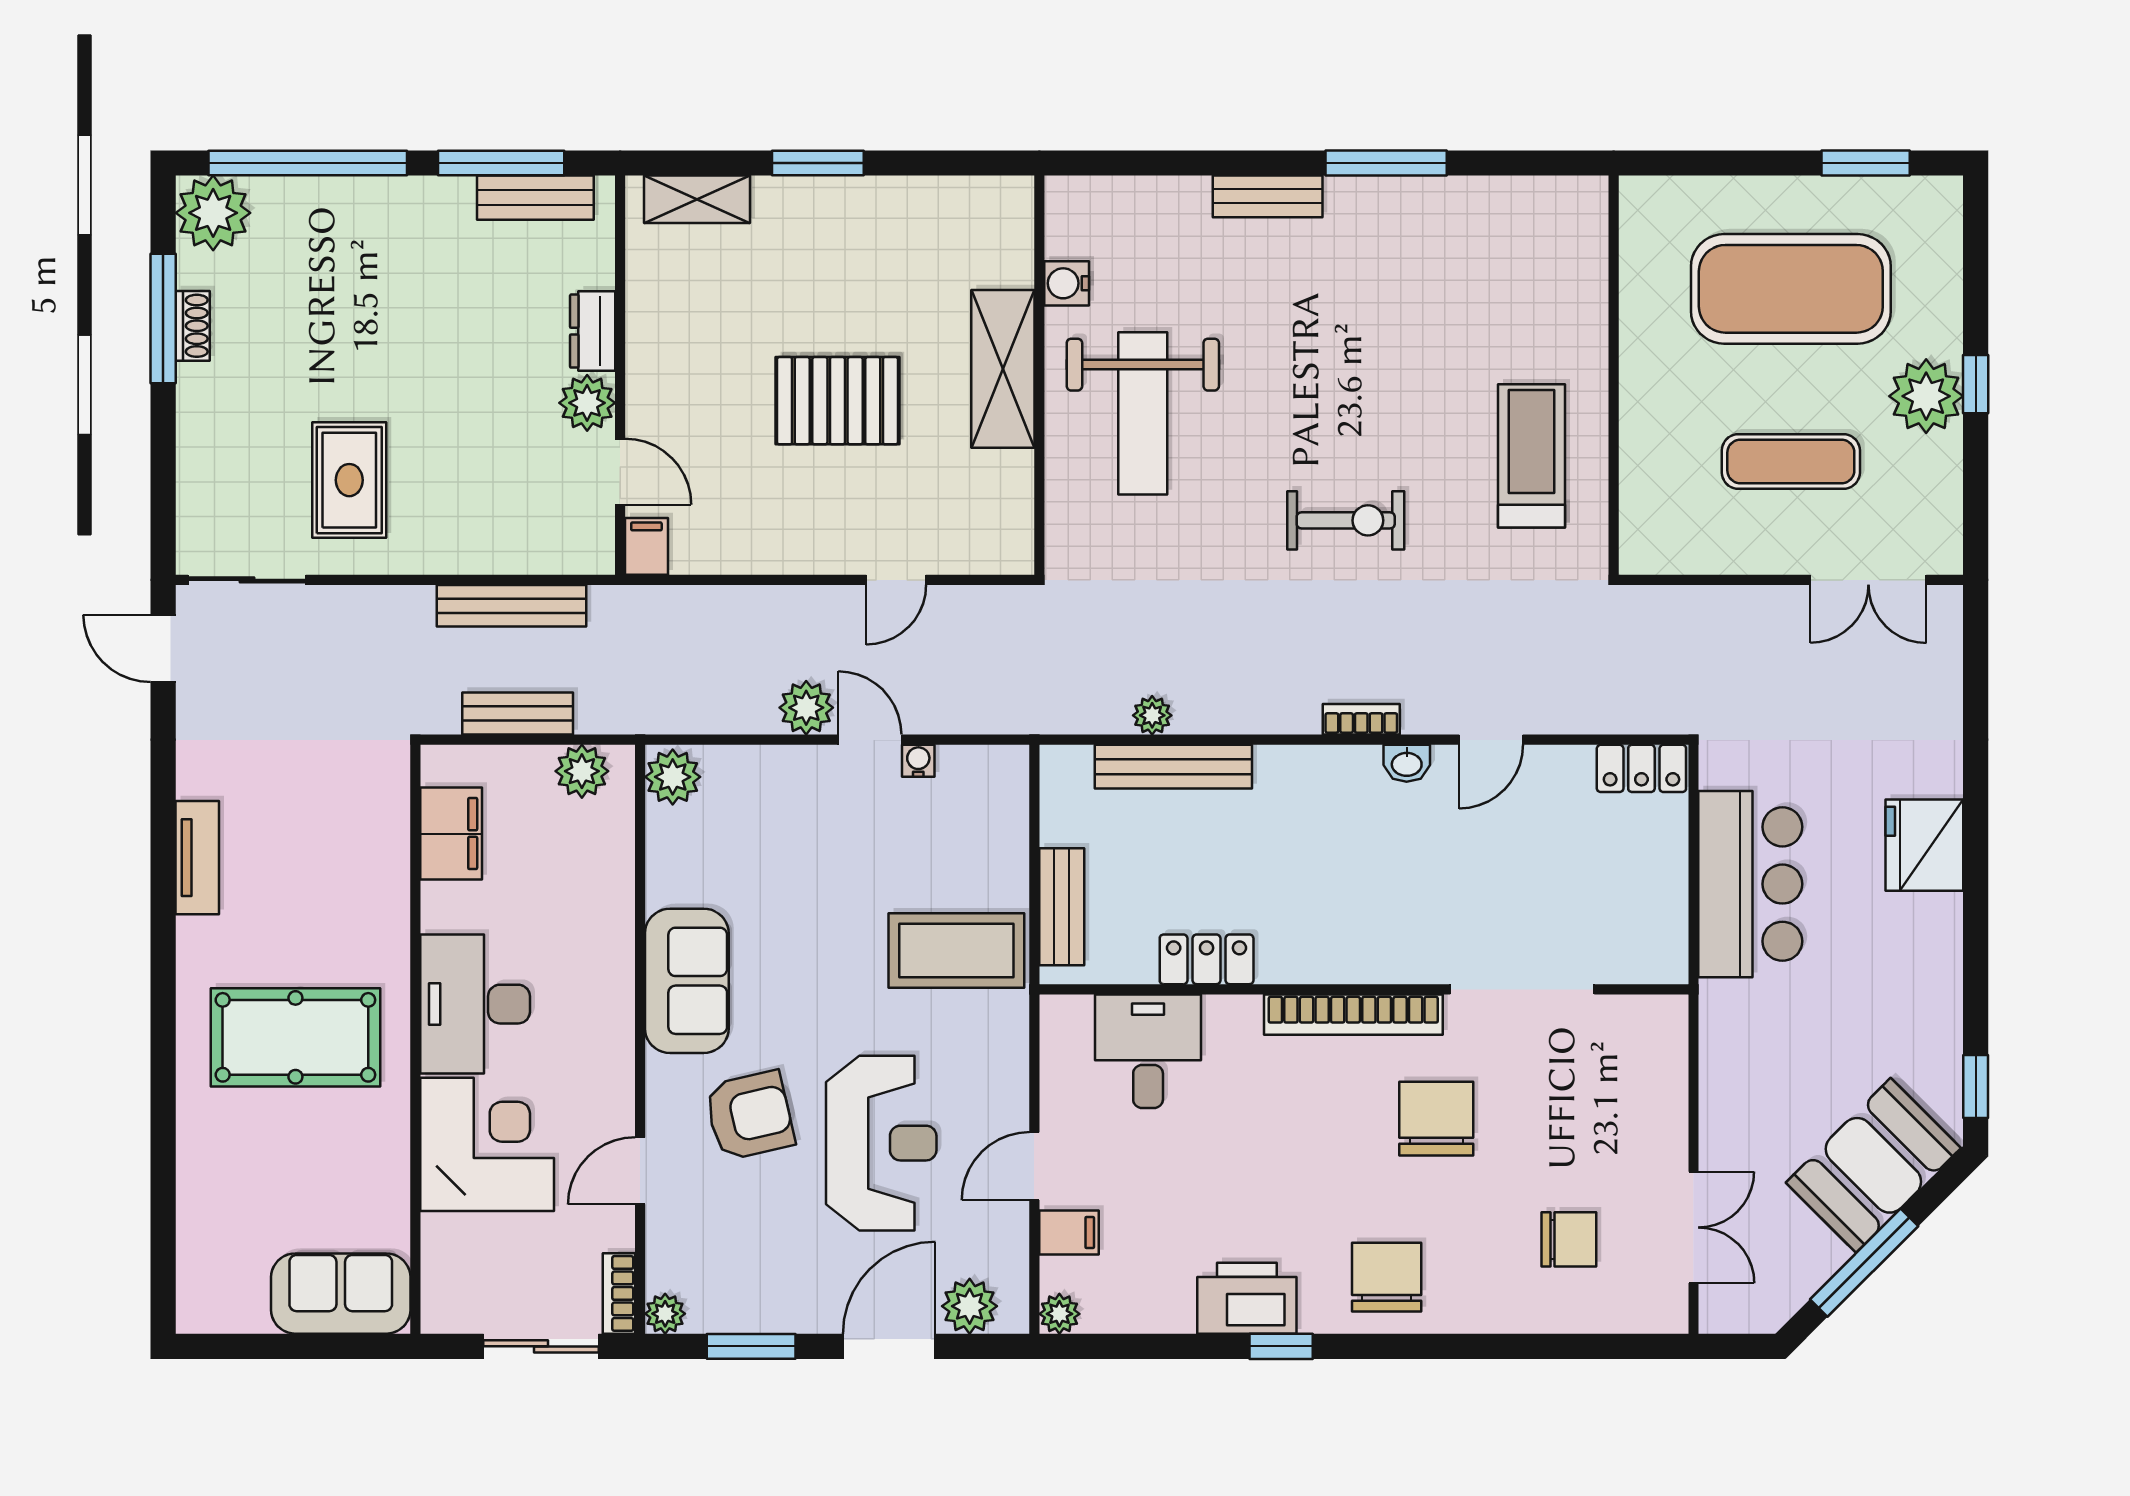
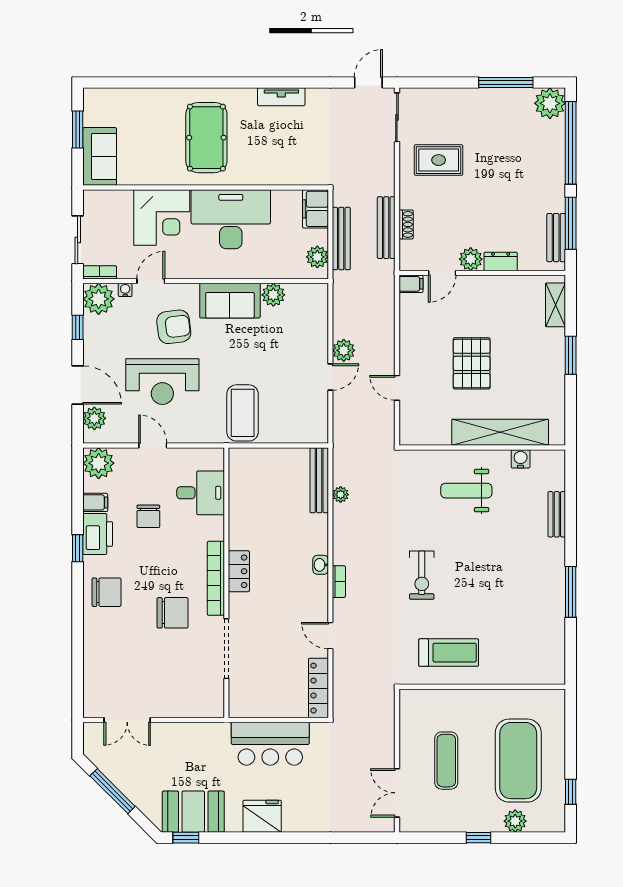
window: (1866, 163) -> (571, 792), width x0.67
bench: (1268, 196) -> (557, 514), moved
shoe rack: (193, 326) -> (406, 224), moved, turned -90
shelving: (1003, 369) -> (500, 432), width x1.47
plant: (1926, 396) -> (515, 821), moved, width x0.73, depth x0.73
weight bench: (1143, 413) -> (466, 491), width x0.73, depth x0.75
bench: (518, 714) -> (341, 239), width x1.36
water cooler: (918, 761) -> (125, 290), moved, turned -90
washbasin: (1407, 763) -> (321, 565), moved
bench: (1173, 767) -> (319, 480), moved
locker: (1641, 768) -> (318, 688), width x1.53
plant: (673, 777) -> (273, 295), moved
filing cabinet: (451, 834) -> (316, 209), moved, turned 90
fridge: (1924, 845) -> (262, 816), moved
bench: (1062, 907) -> (261, 457), removed
locker: (1207, 959) -> (239, 571), moved
desk: (475, 1004) -> (231, 219), width x1.36, depth x1.30
armchair: (750, 1116) -> (174, 327), turned -84
booth: (1873, 1165) -> (193, 812), moved, turned -45
door: (640, 1171) -> (151, 281), hinge flipped
filing cabinet: (1069, 1232) -> (95, 502), moved, turned -90
chair: (1569, 1239) -> (148, 516), moved
plant: (665, 1314) -> (99, 299), width x1.87, depth x1.87
plant: (1059, 1314) -> (99, 463), width x1.88, depth x1.88
window: (276, 1346) -> (78, 130), added
window: (751, 1346) -> (78, 327), width x0.67

